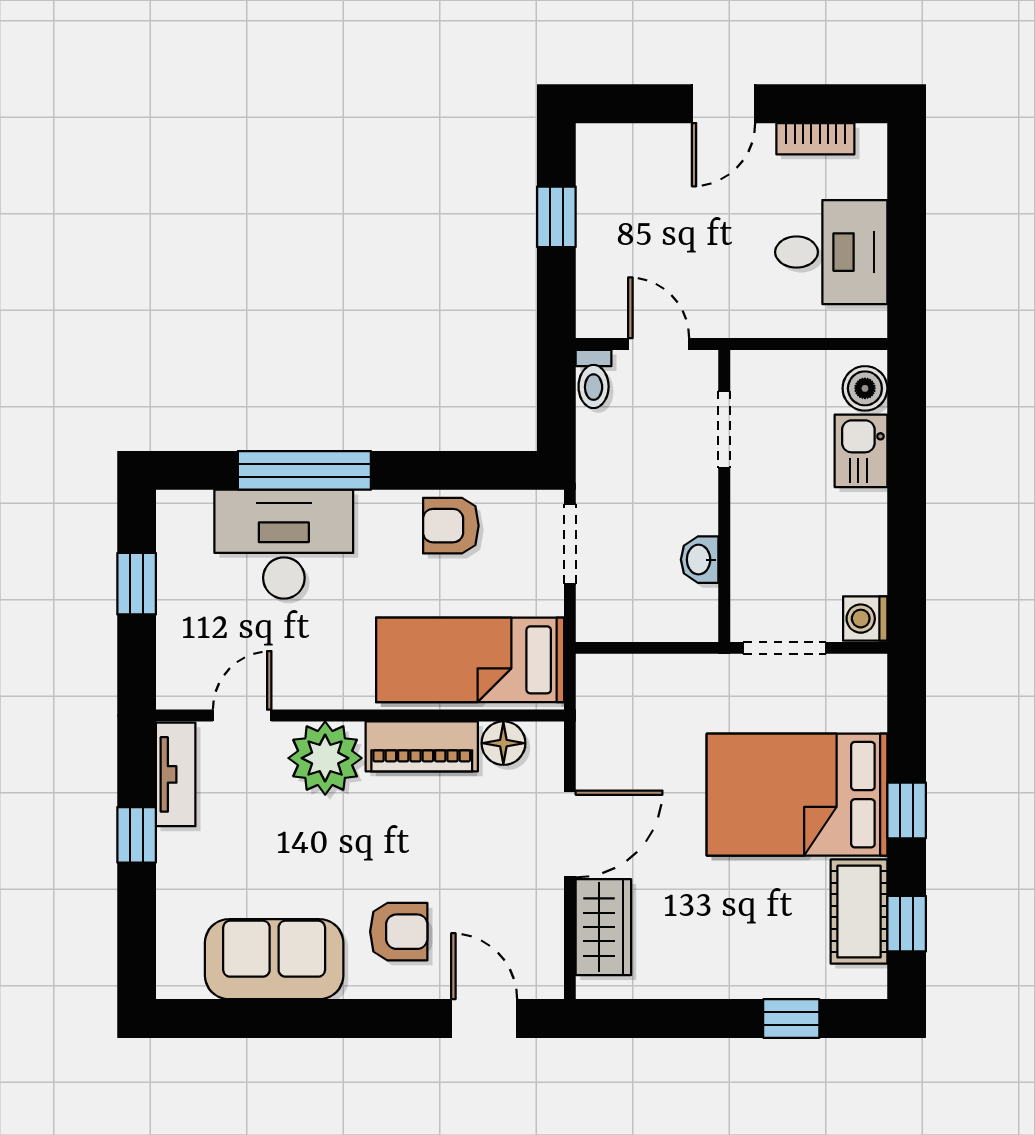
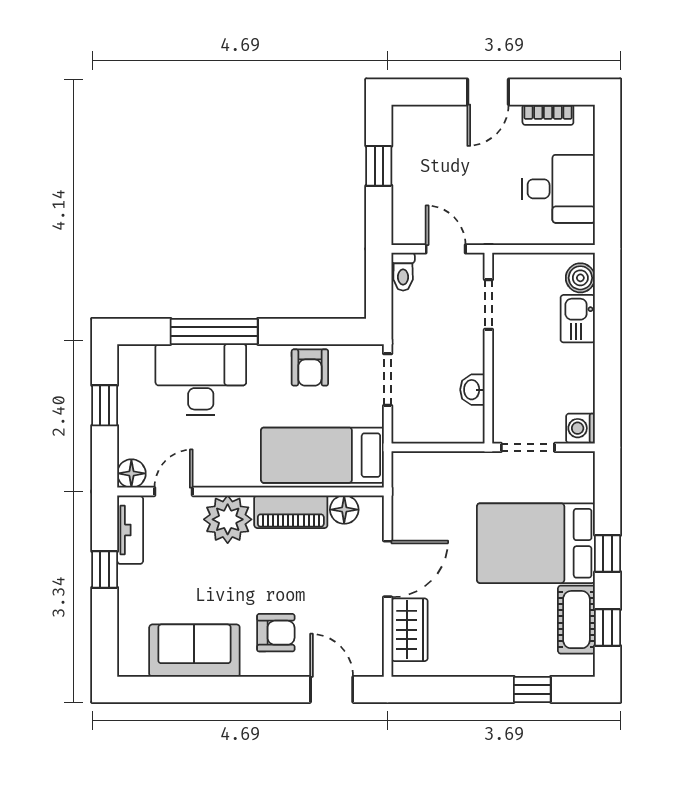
armchair: (451, 526) -> (310, 367), turned -90
floor lamp: (178, 688) -> (131, 473), added

